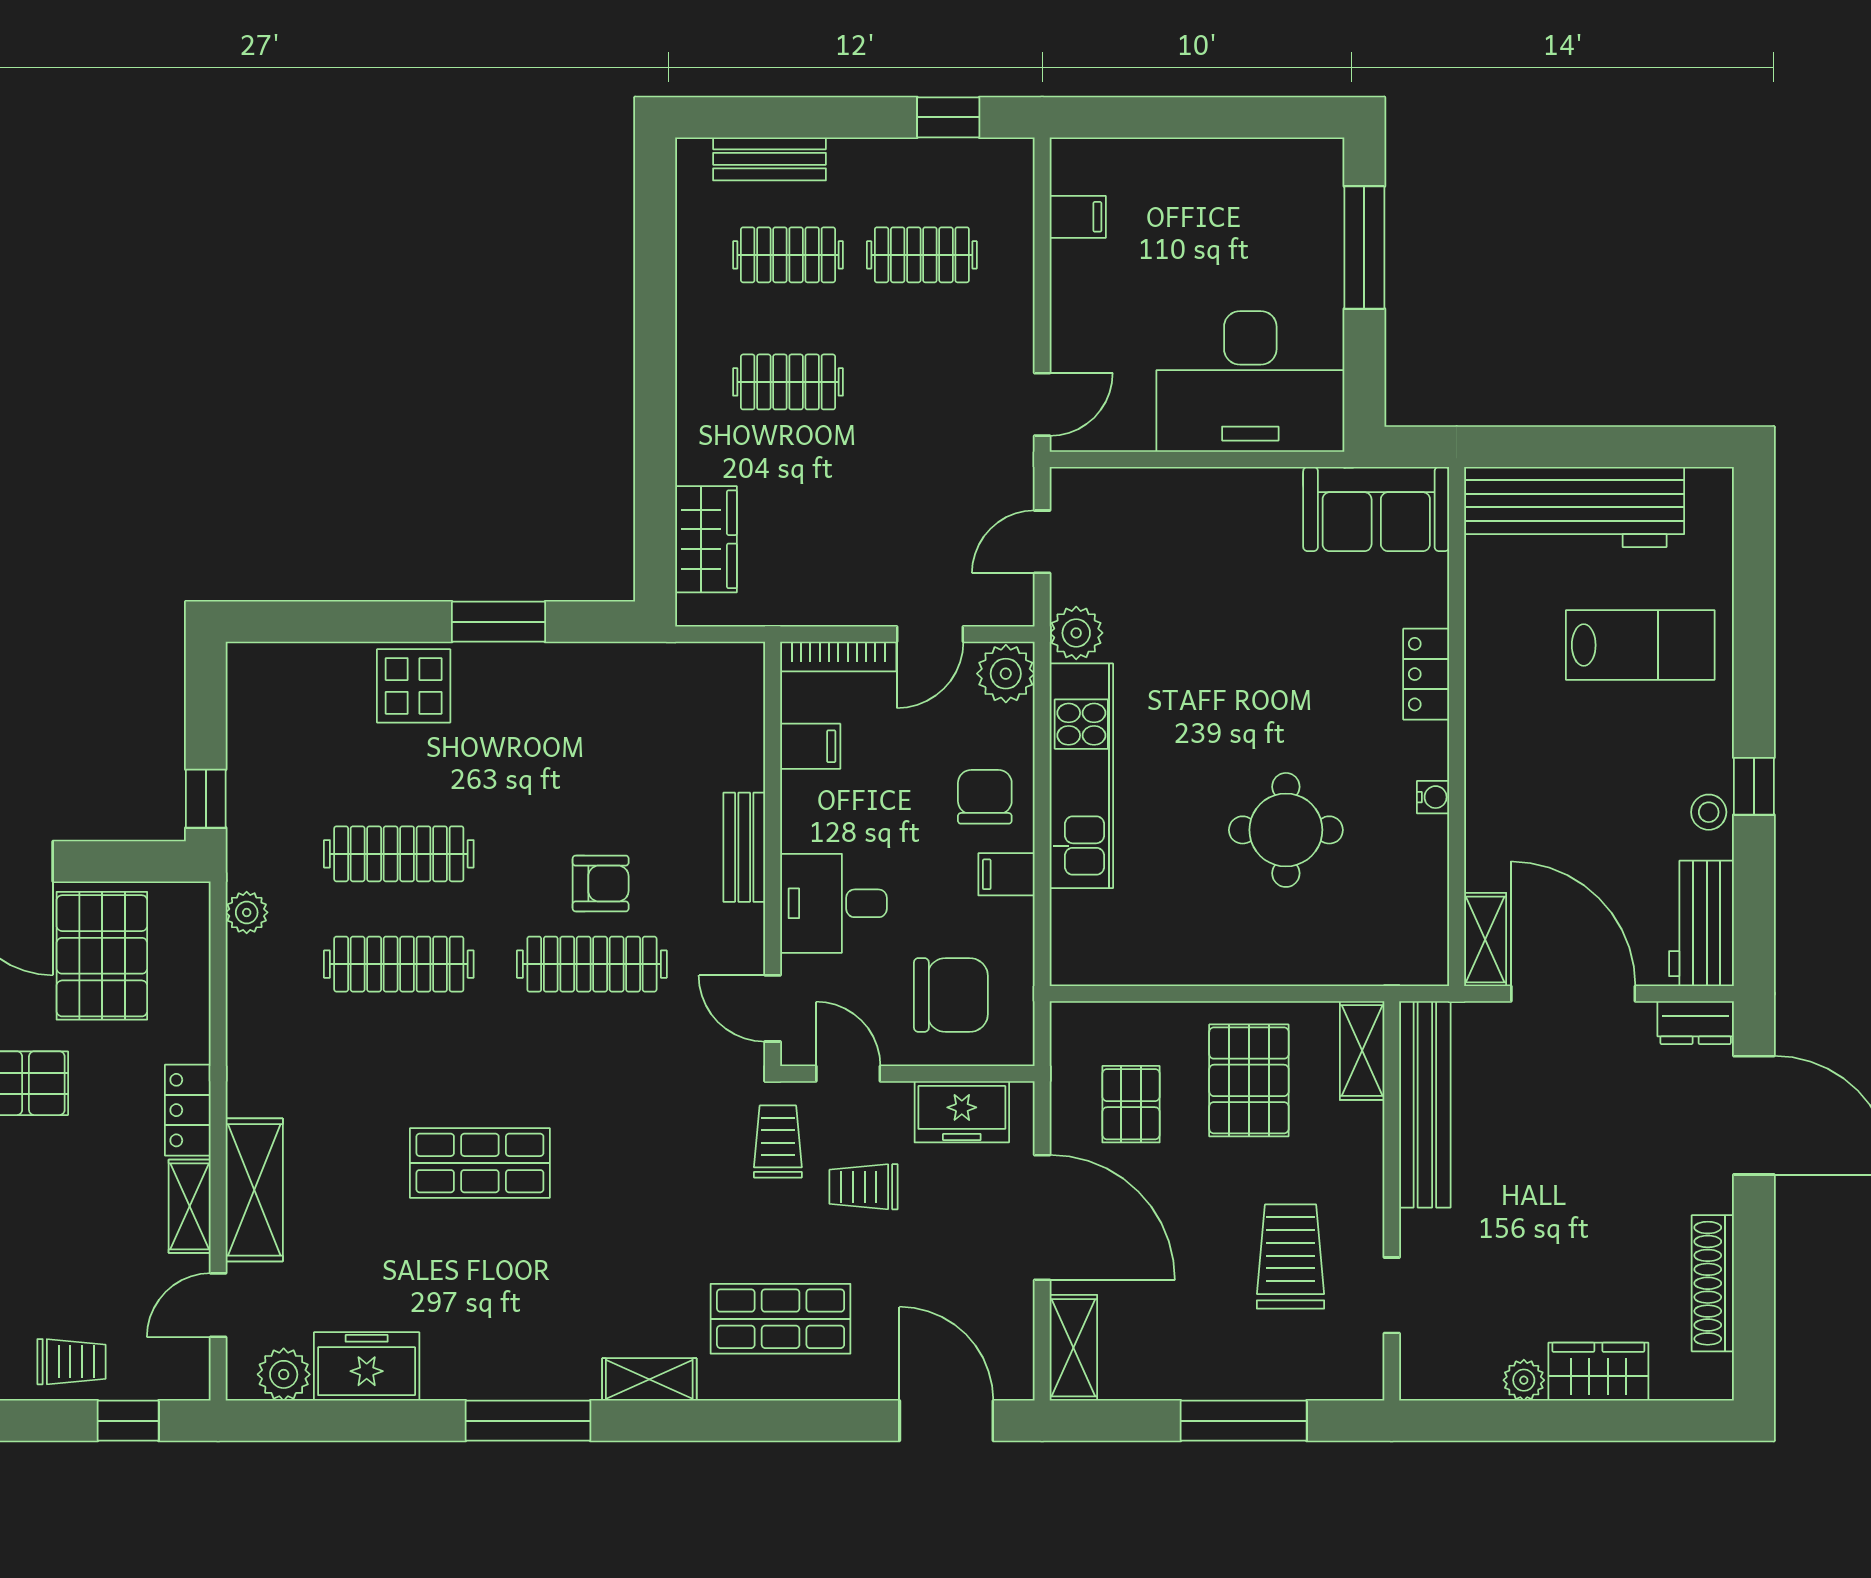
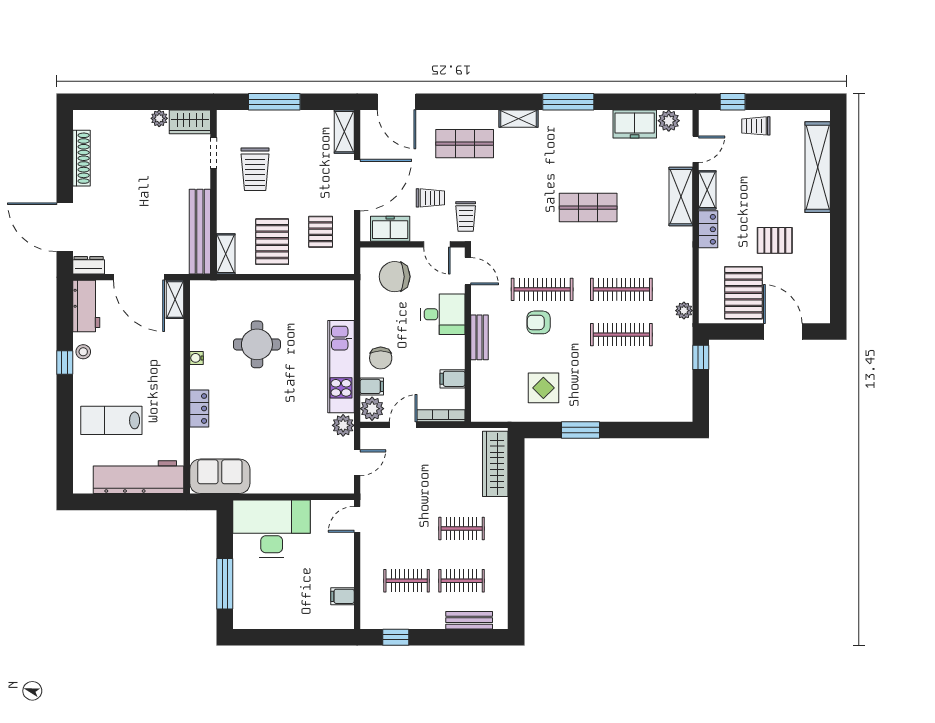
wardrobe: (706, 539) -> (495, 464), width x1.50
display table: (414, 686) -> (543, 388), moved
filing cabinet: (1006, 874) -> (372, 386), moved
door: (1042, 1217) -> (357, 185), swing flipped
wardrobe: (1598, 1372) -> (190, 122), moved

